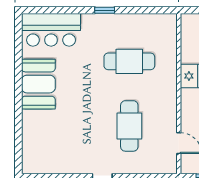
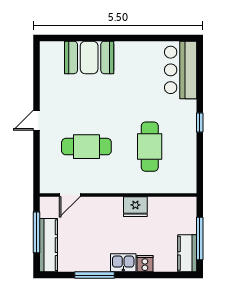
booth: (38, 84) -> (89, 57), moved

